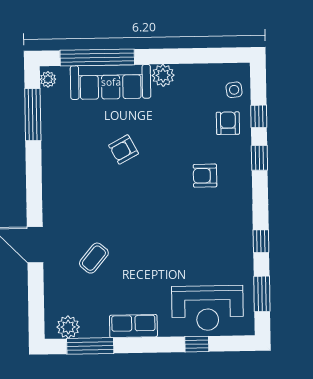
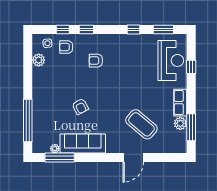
plant: (163, 75) -> (39, 60), moved
plant: (48, 79) -> (55, 149), moved
sofa: (111, 82) -> (83, 144), moved, turned -90
armchair: (205, 176) -> (96, 61), turned 90
coffee table: (94, 258) -> (141, 124), width x1.86, depth x1.72
plant: (68, 327) -> (180, 123), moved

